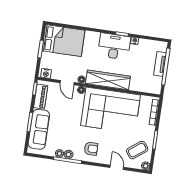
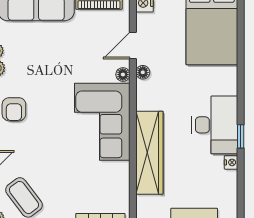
wardrobe: (108, 80) -> (149, 153), moved
corner sofa: (111, 110) -> (102, 122), width x0.73, depth x0.74

